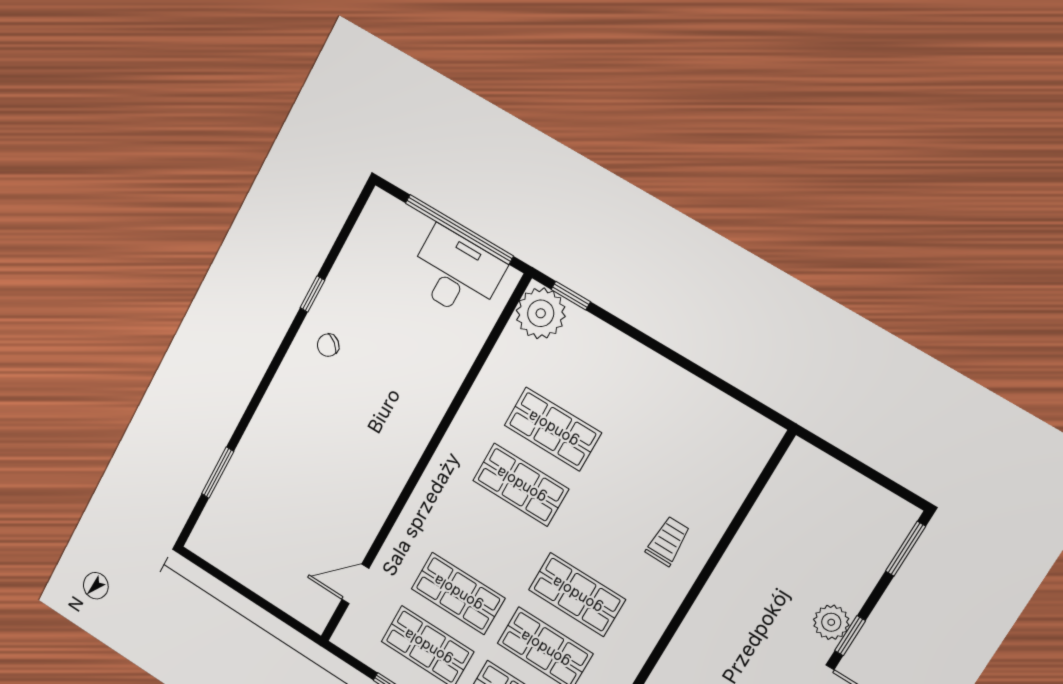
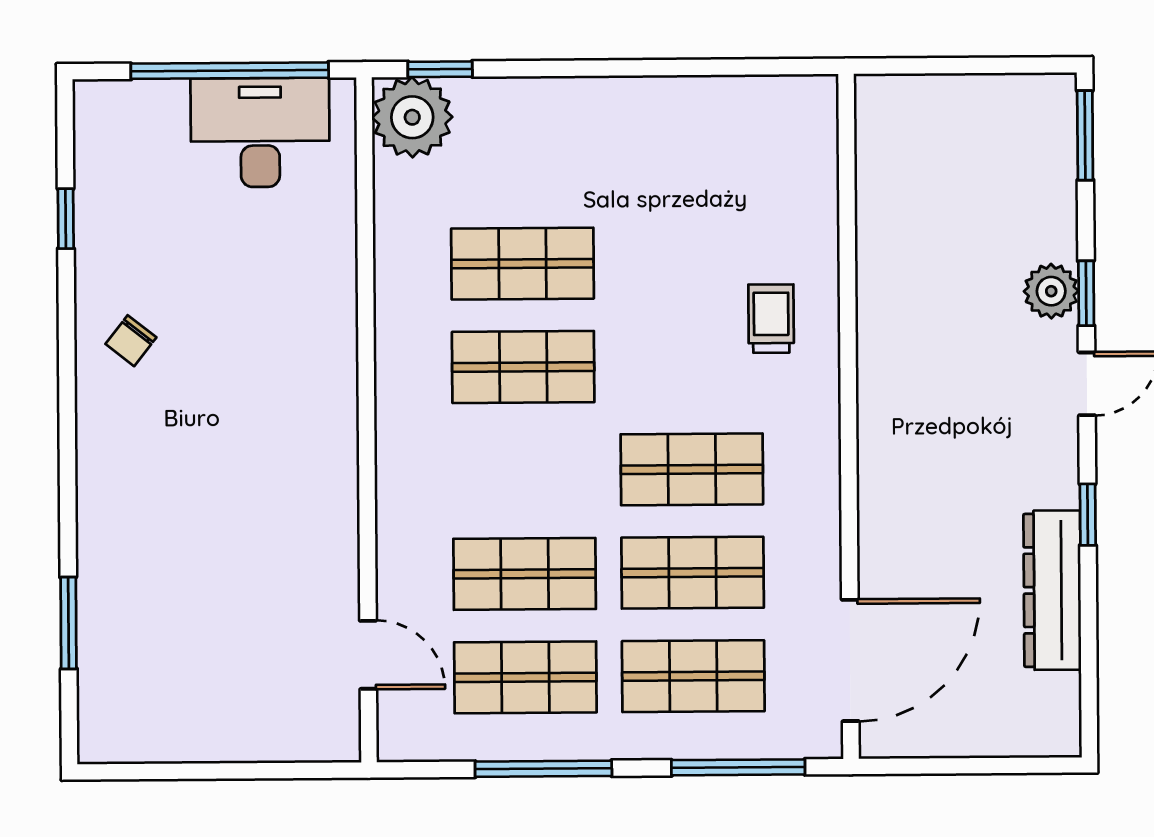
window: (312, 294) -> (66, 219), moved
door: (355, 584) -> (368, 655), swing flipped

